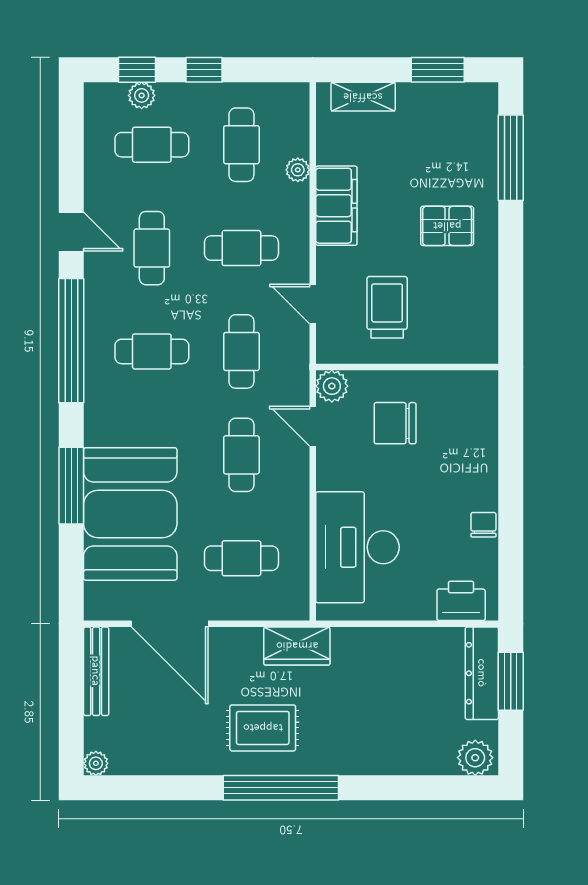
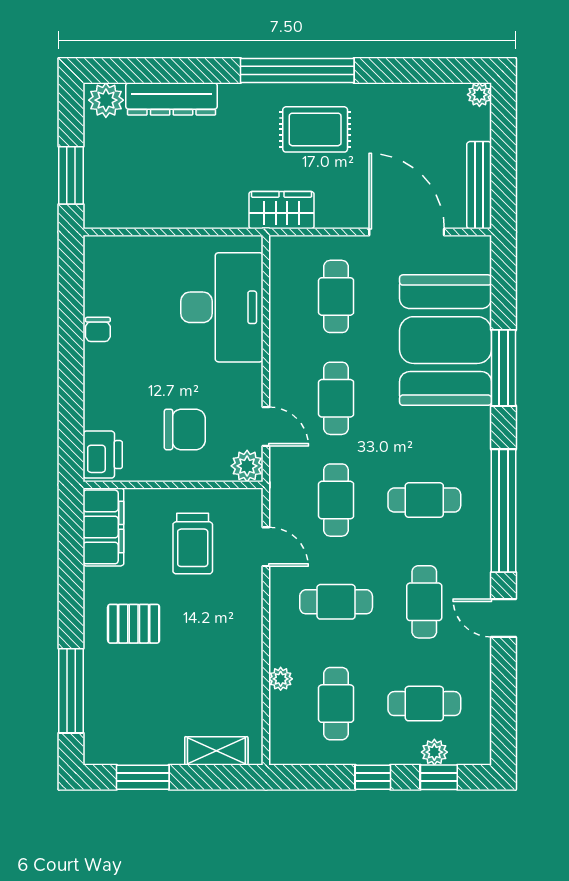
filing cabinet: (336, 206) -> (103, 527), moved, turned 180
cafe table: (241, 558) -> (336, 296), turned 90
printer: (461, 601) -> (103, 455), moved, turned -90
dresser: (482, 673) -> (172, 99), moved, turned 90

